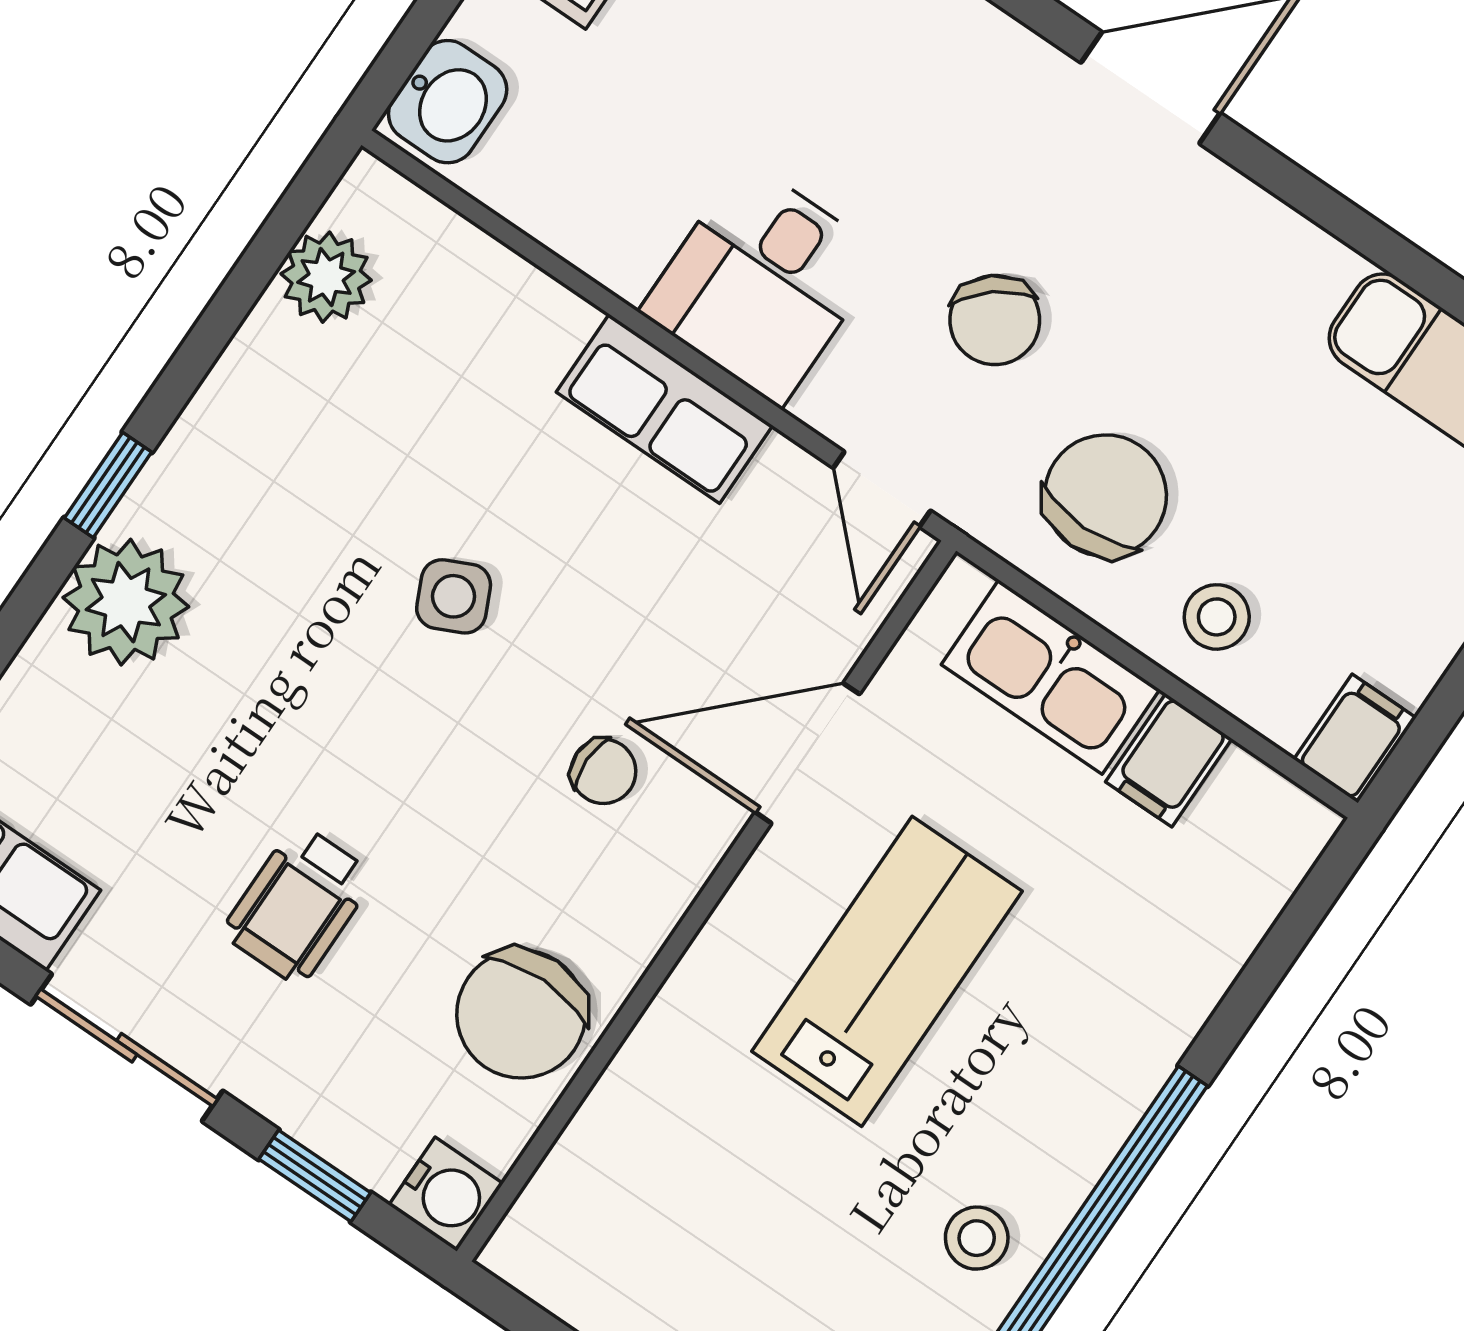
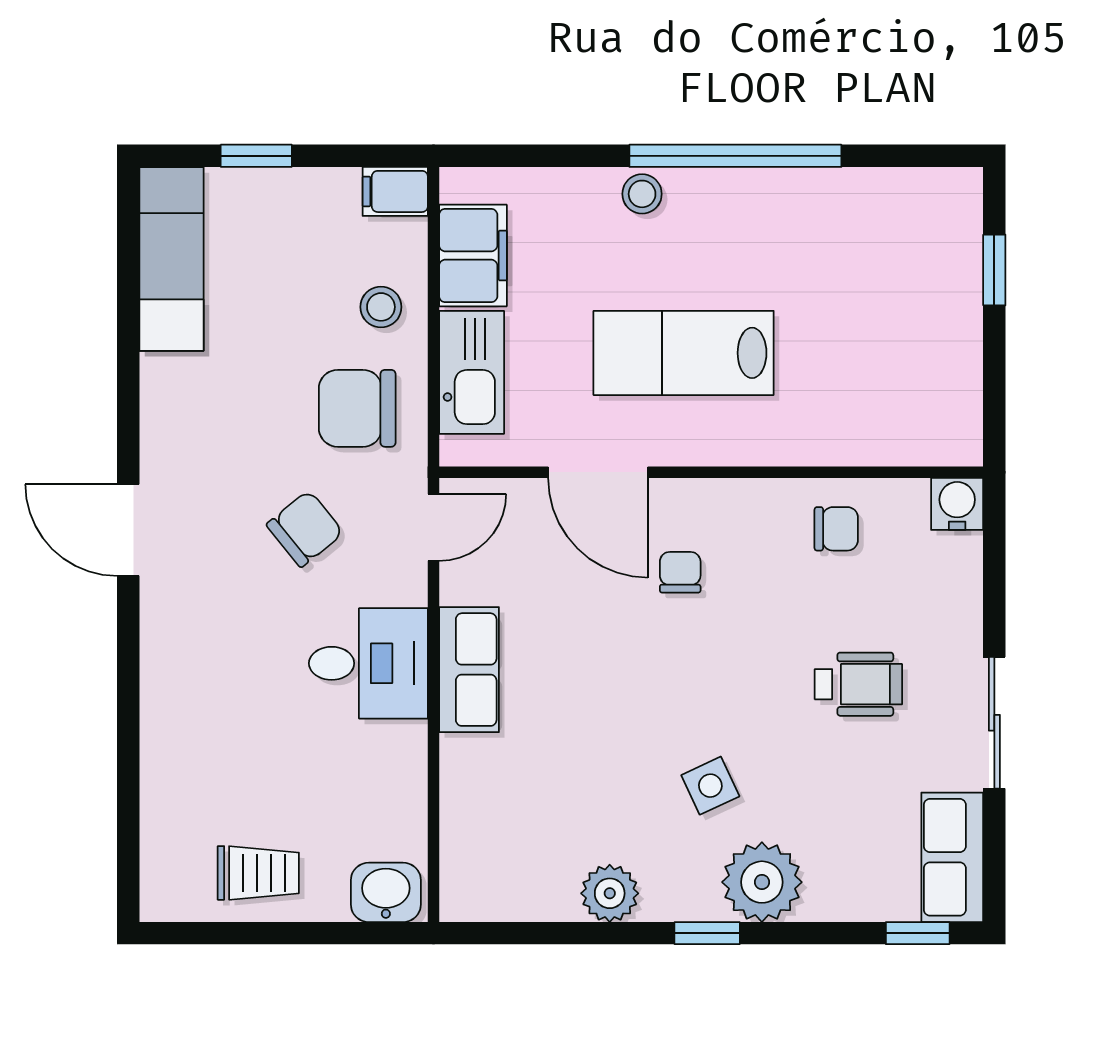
plant: (326, 277) -> (610, 893), moved
side table: (454, 596) -> (710, 786), moved
filing cabinet: (1169, 760) -> (473, 256), width x2.00
chair: (521, 1014) -> (836, 529), width x0.54, depth x0.54
window: (315, 1176) -> (994, 579), removed
stool: (977, 1238) -> (642, 194), moved

